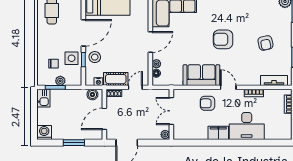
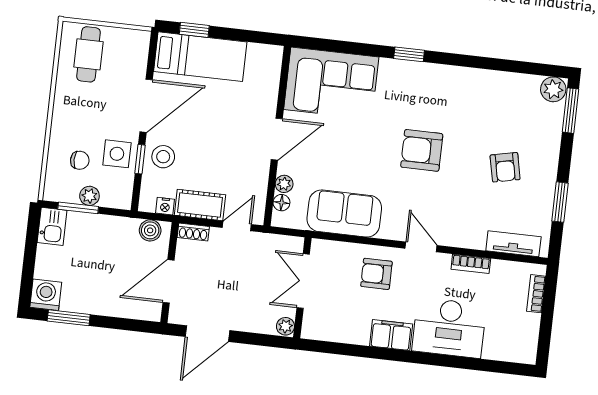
sofa: (201, 75) -> (344, 214), moved
window: (74, 143) -> (69, 318), moved

